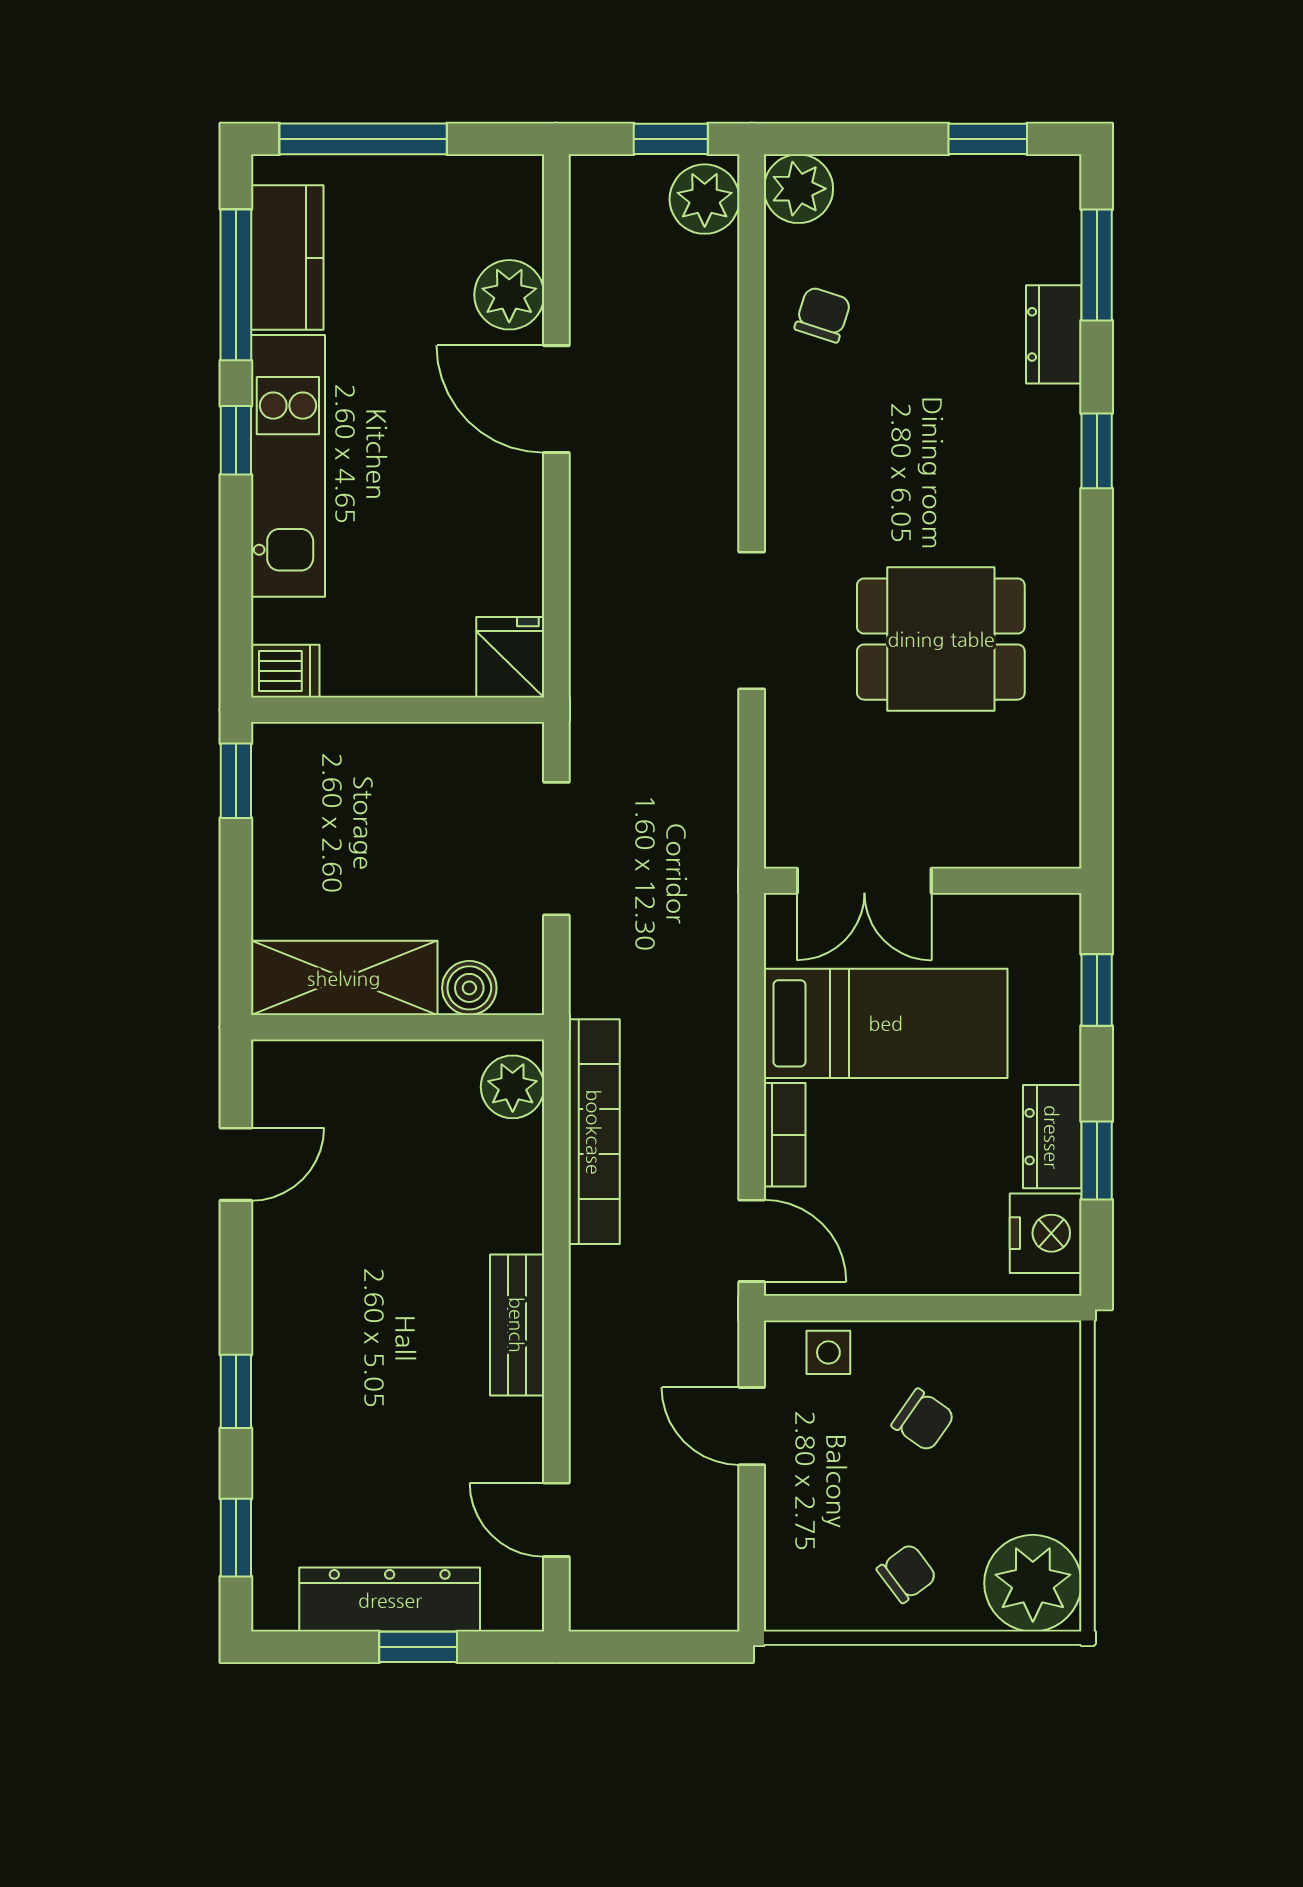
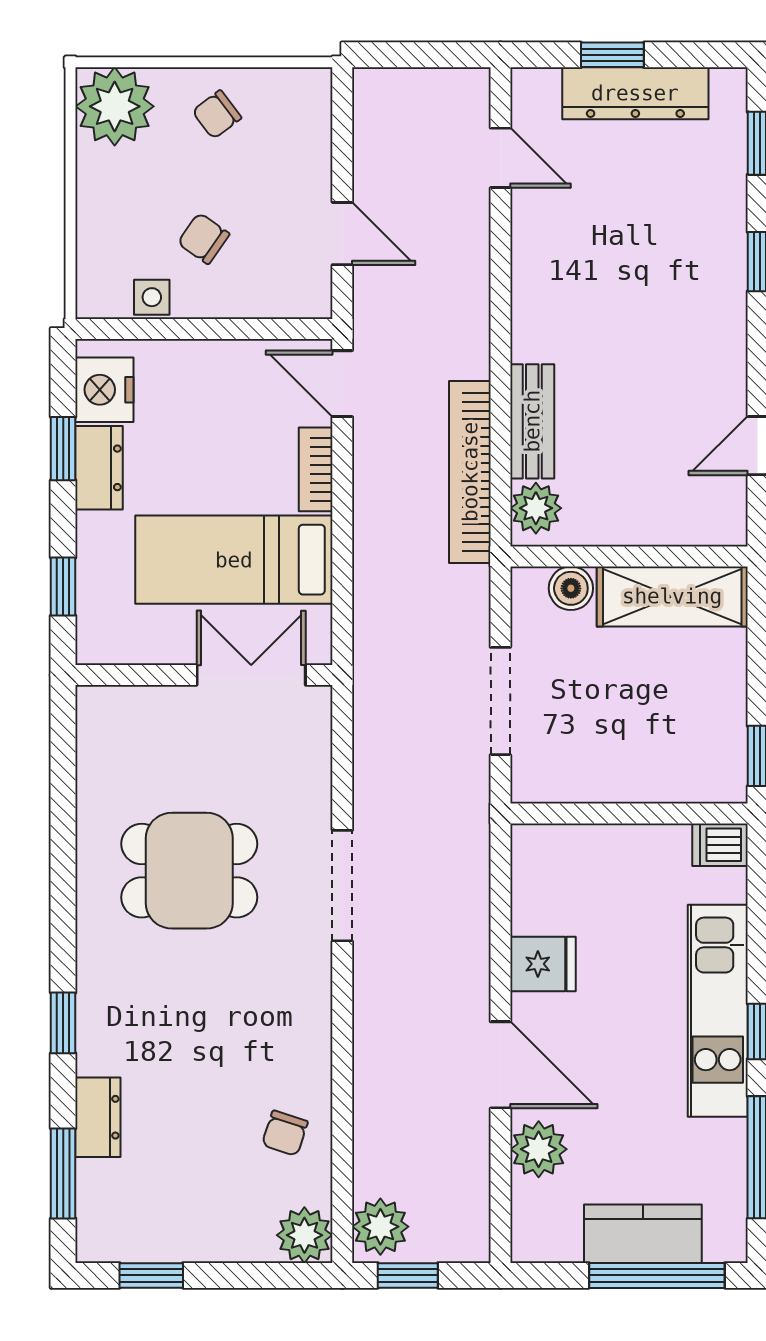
kitchen counter: (287, 258) -> (643, 1234), moved, turned 90
fridge: (510, 657) -> (543, 964), moved, turned -90
bench: (517, 1325) -> (532, 421), moved
side table: (828, 1352) -> (152, 297), moved

